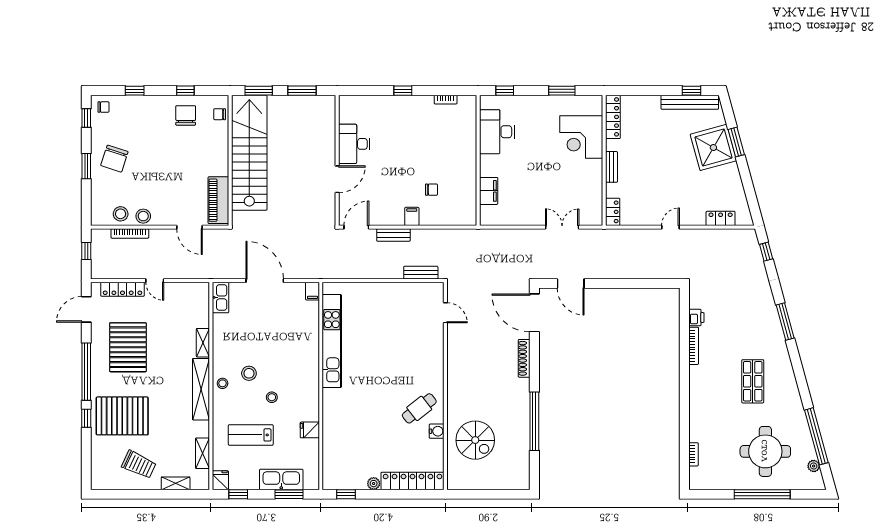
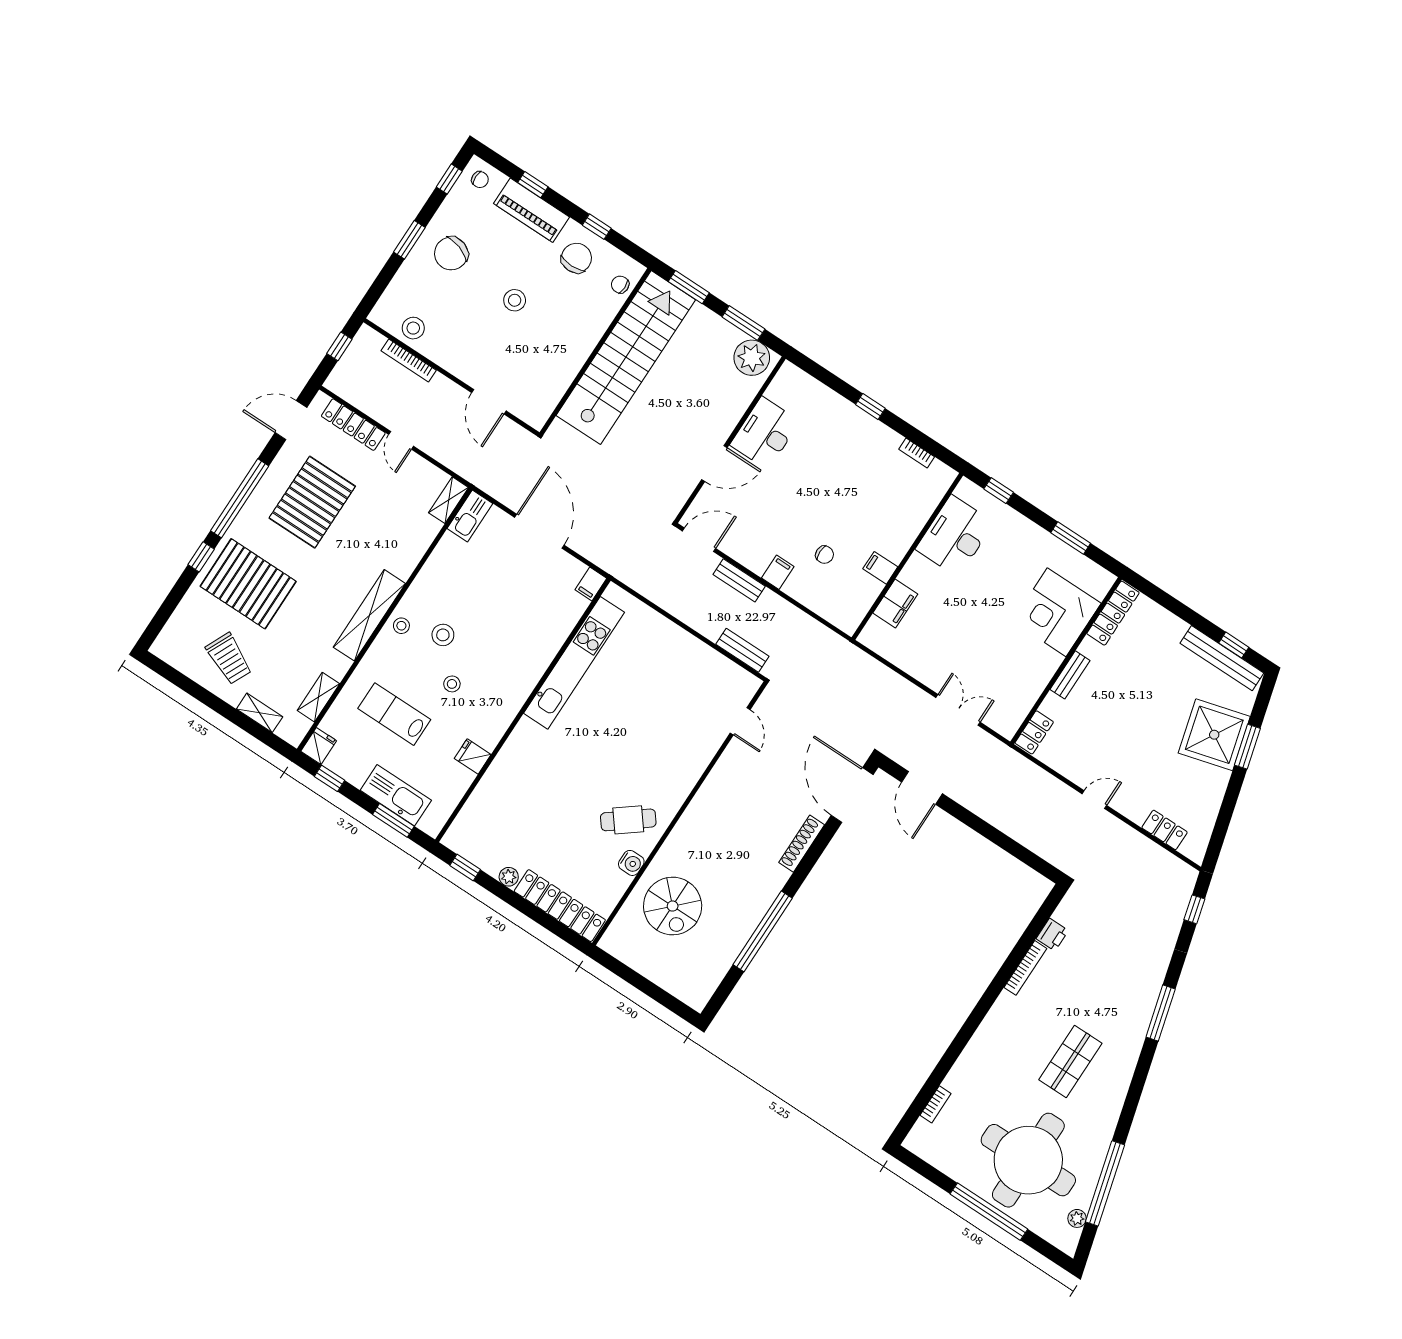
plant: (319, 107) -> (752, 358), added
filing cabinet: (467, 177) -> (880, 568), added
piano: (218, 200) -> (531, 210), moved, turned -90
stool: (143, 216) -> (515, 300), moved
shelving: (203, 343) -> (449, 500), moved
round table: (765, 451) -> (1028, 1160), width x1.36, depth x1.36

